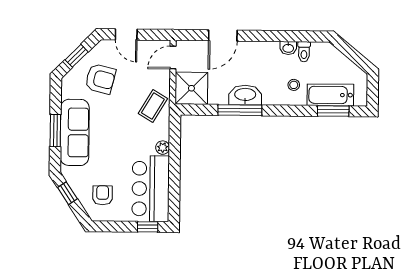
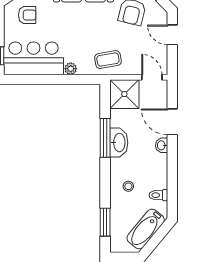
door: (126, 34) -> (172, 35), hinge flipped
washbasin: (288, 48) -> (162, 145), moved
bathtub: (330, 95) -> (146, 229), moved, turned -140
coffee table: (153, 106) -> (108, 60), turned -41

